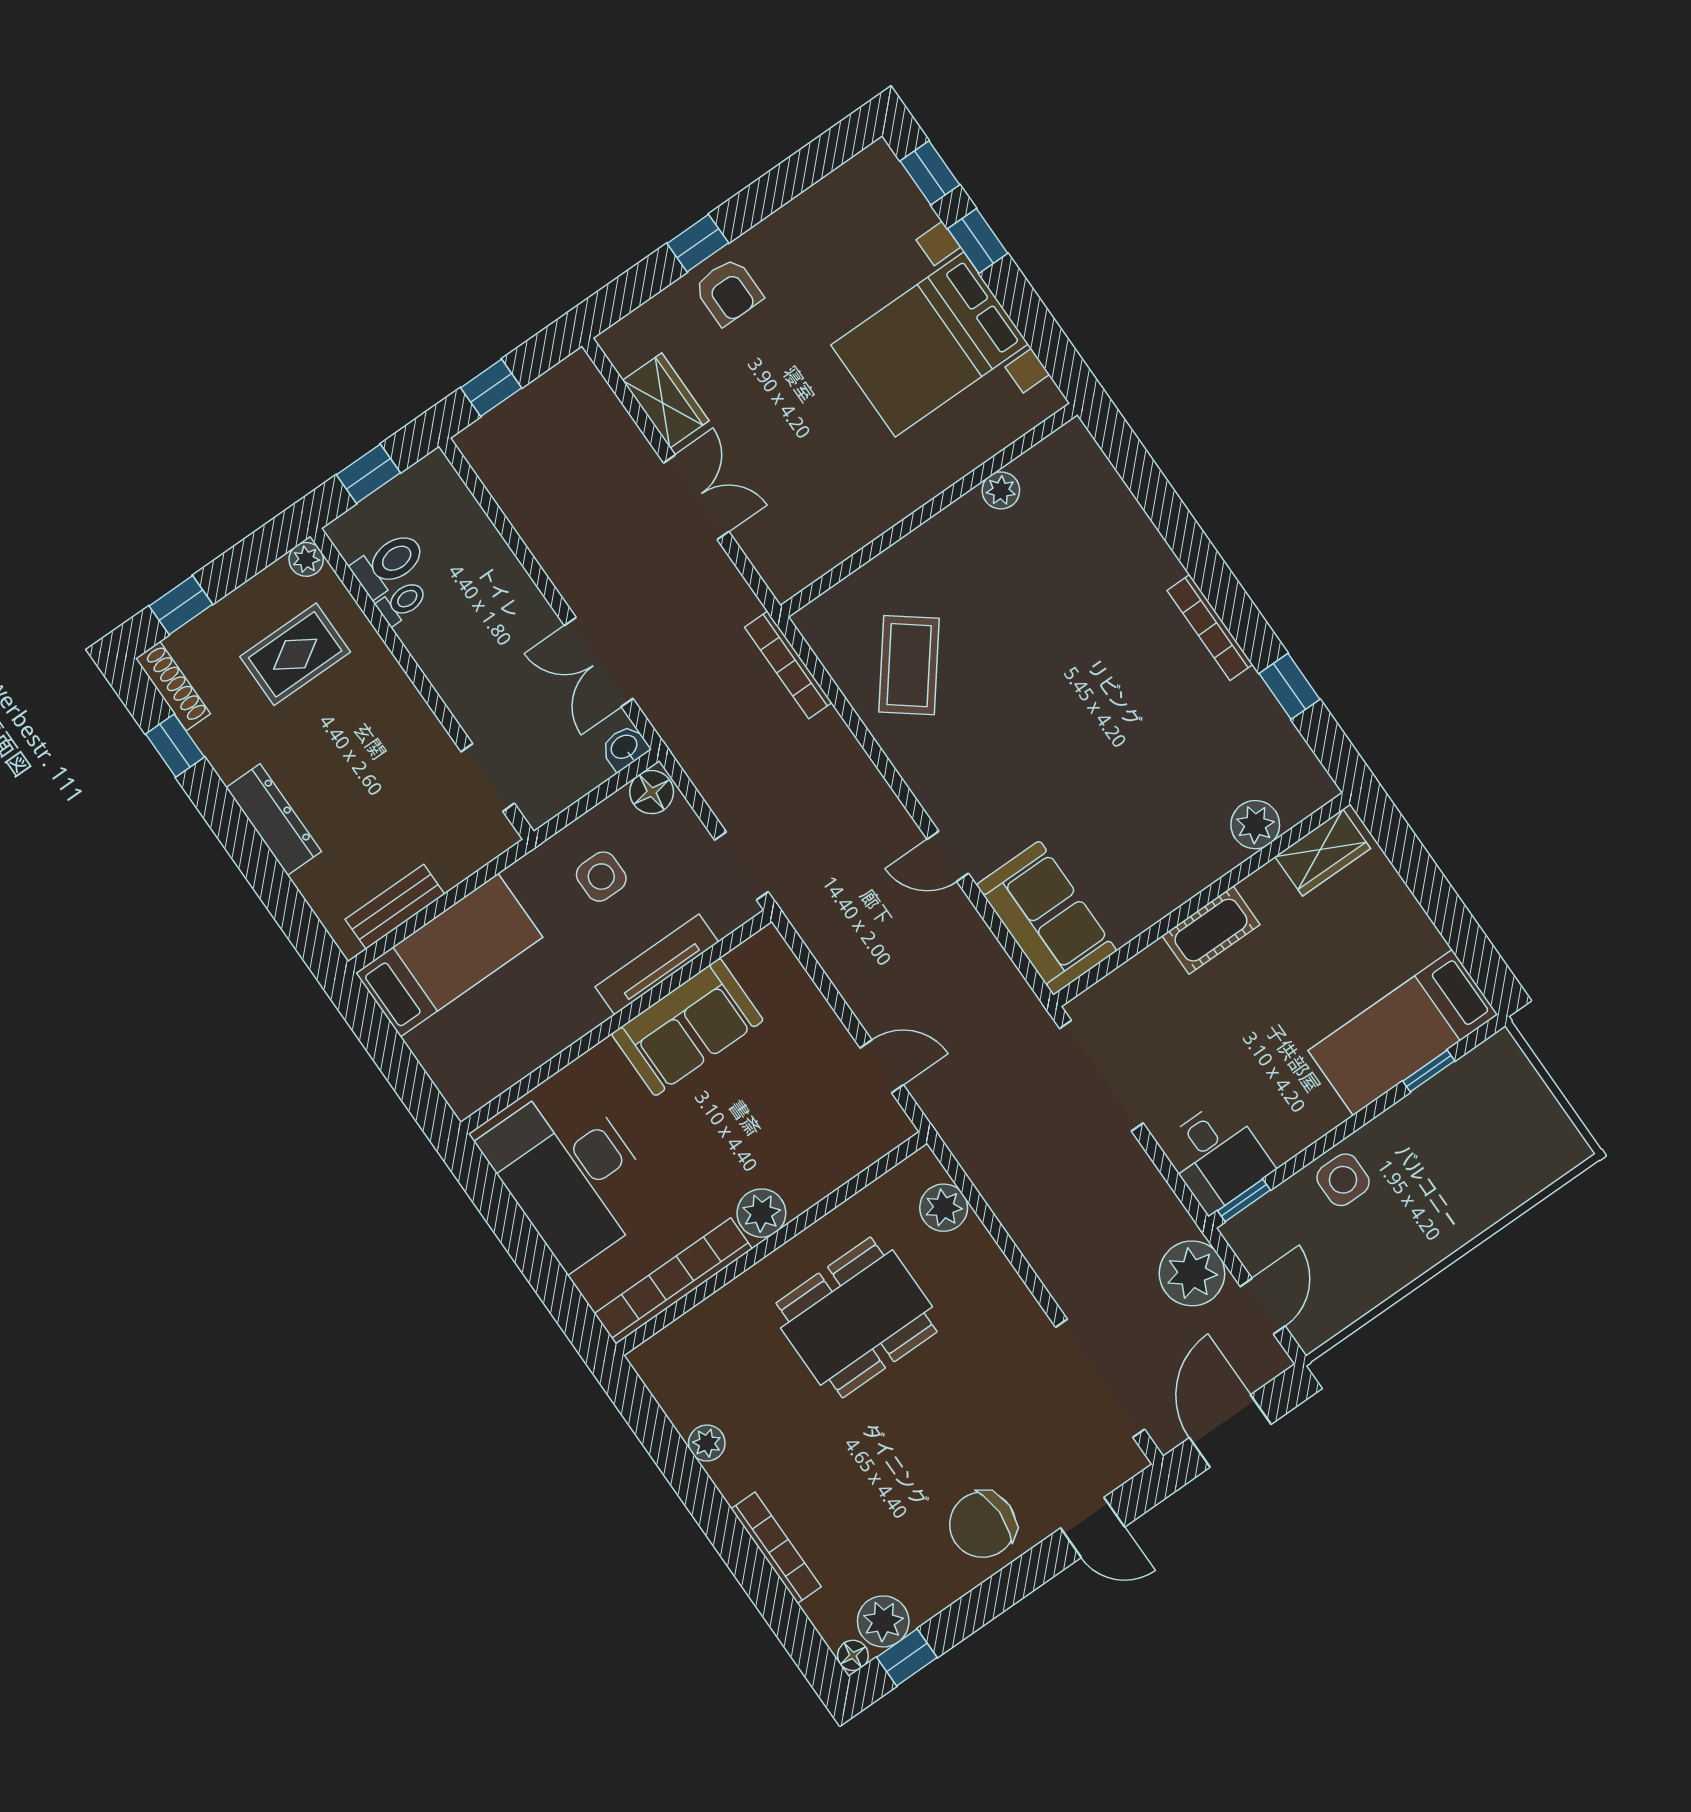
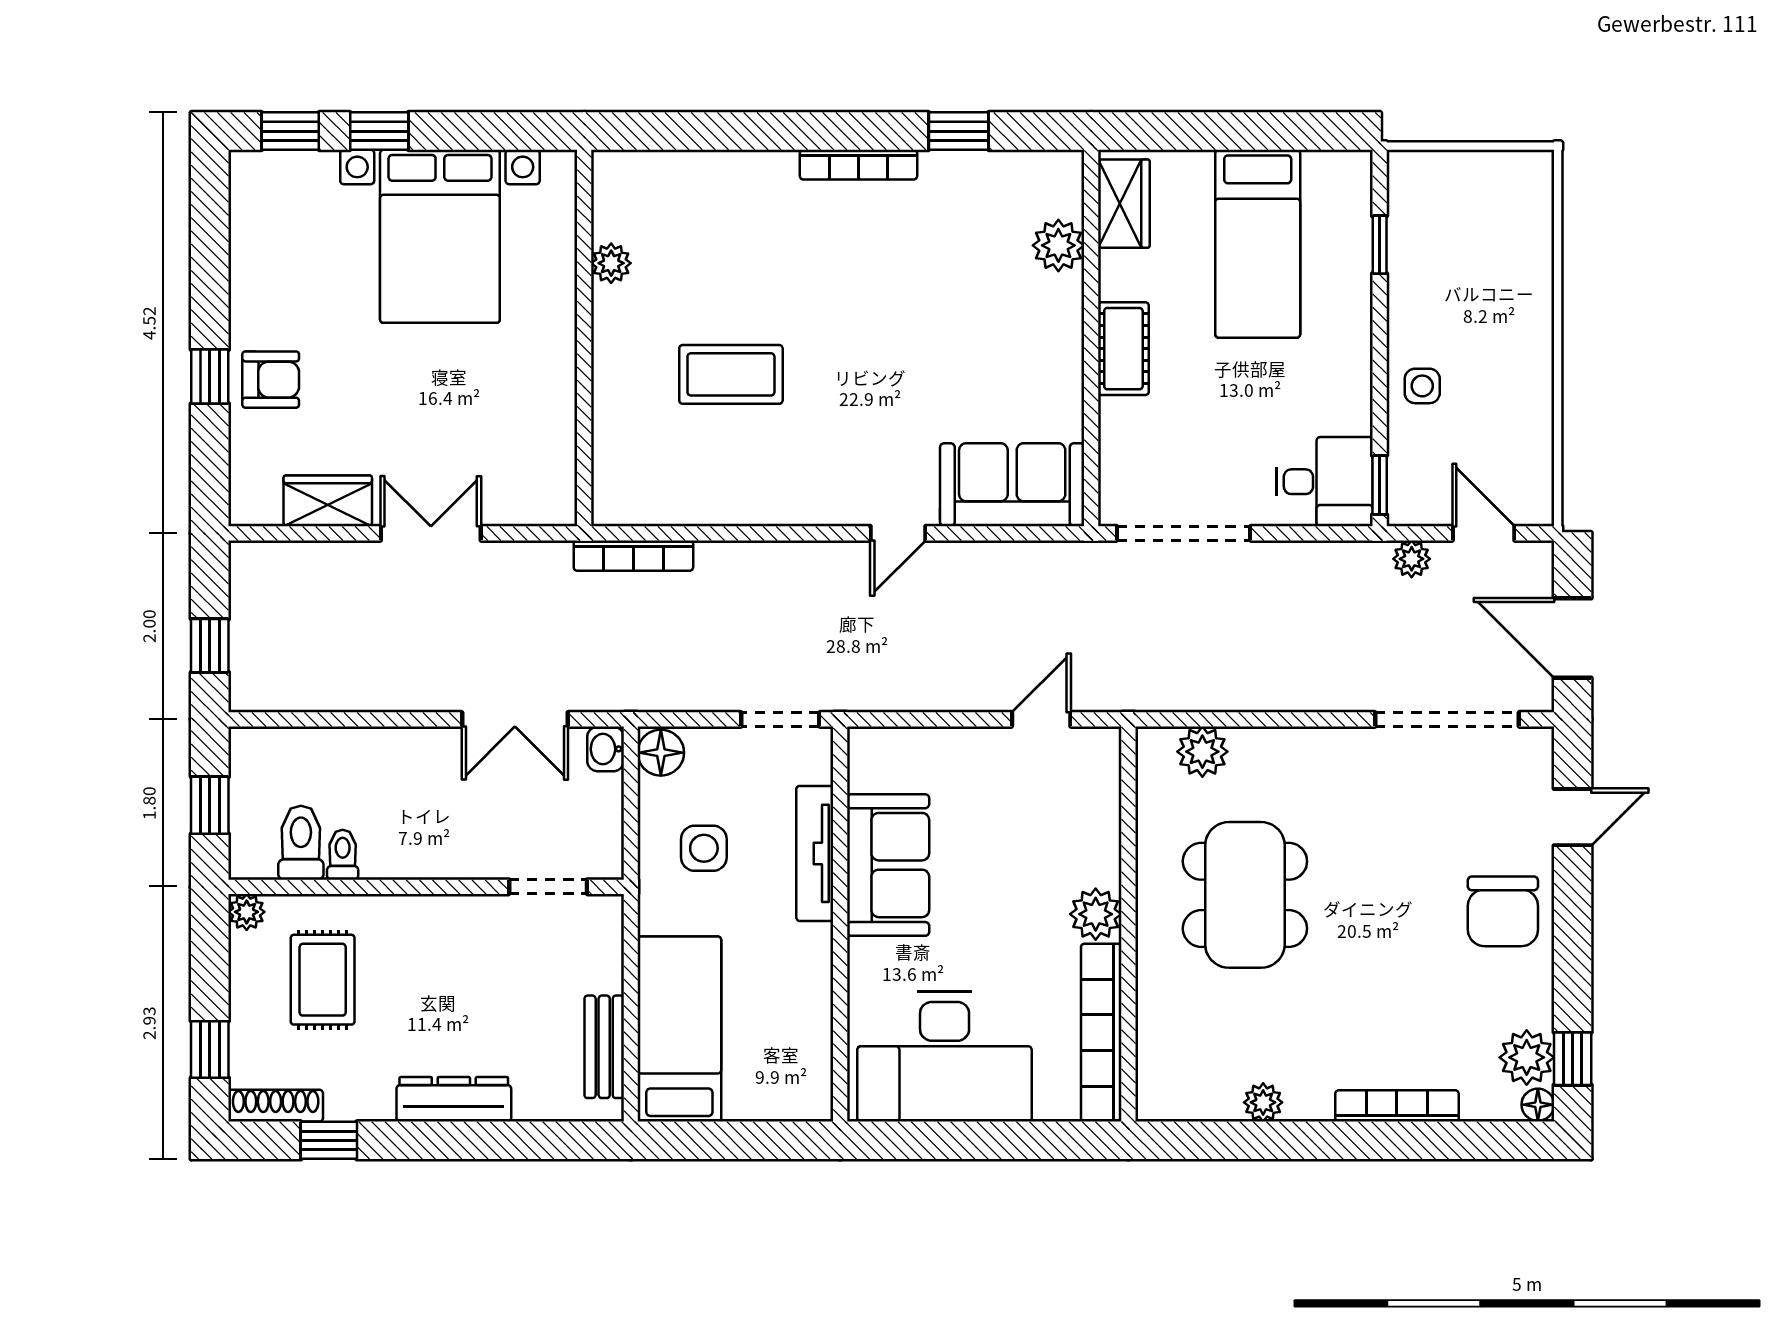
coffee table: (909, 665) -> (731, 374), moved, turned -38
bed: (1403, 1033) -> (1258, 244), moved
side table: (1343, 1180) -> (1422, 386), width x0.73, depth x0.73
plant: (1192, 1273) -> (1412, 559), width x0.53, depth x0.53

